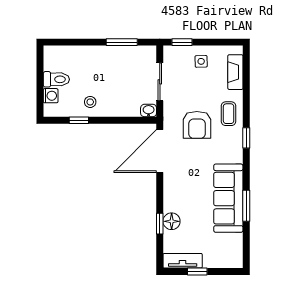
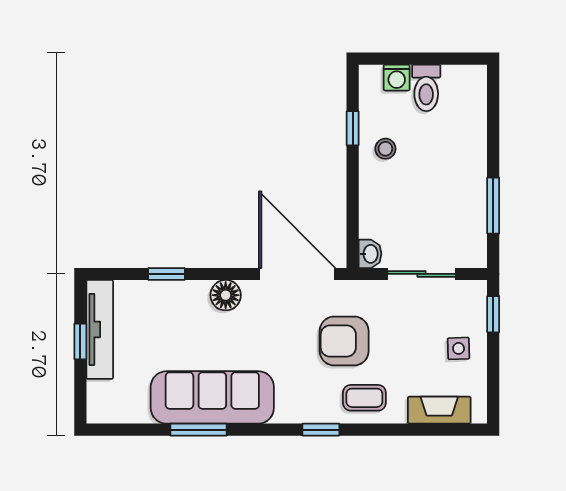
floor lamp: (172, 221) -> (226, 295), moved
tv unit: (183, 261) -> (100, 329), width x1.41

